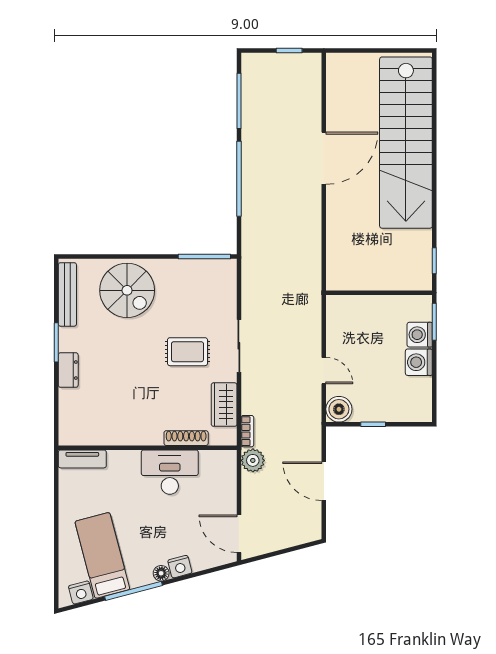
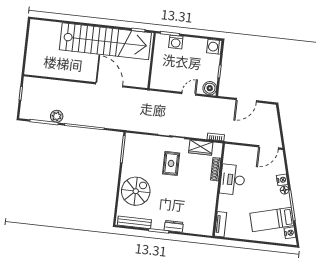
stairs: (406, 143) -> (105, 41), moved
door: (324, 158) -> (109, 85), moved
washing machine: (419, 362) -> (214, 47), moved, turned 90
plant: (253, 460) -> (57, 116), moved

